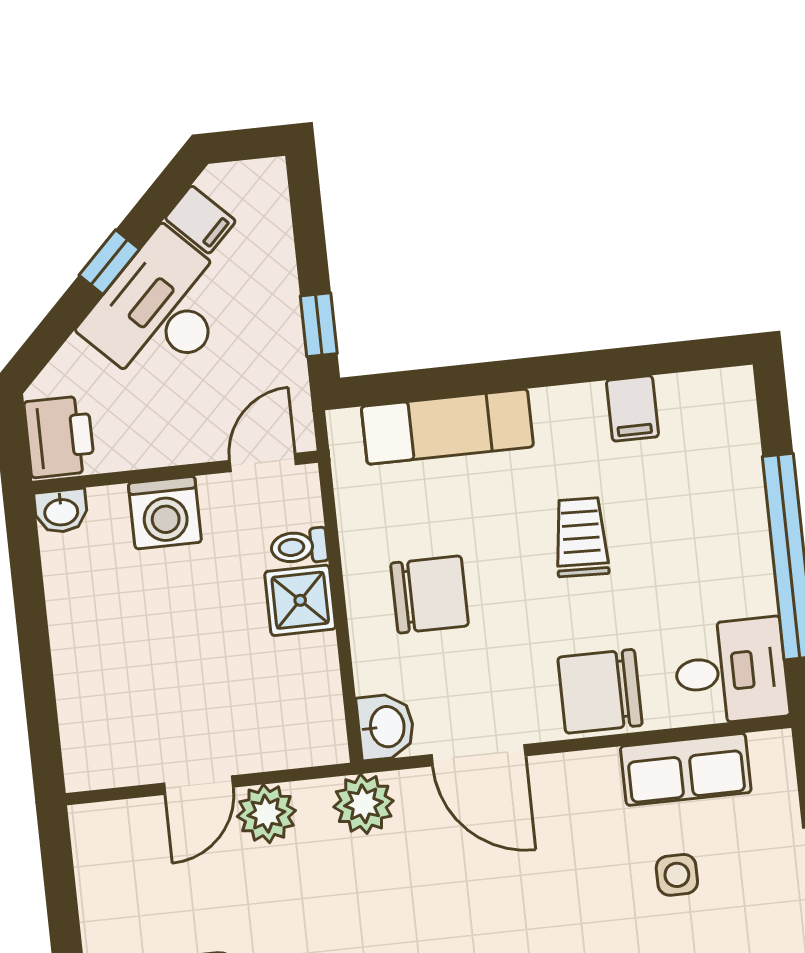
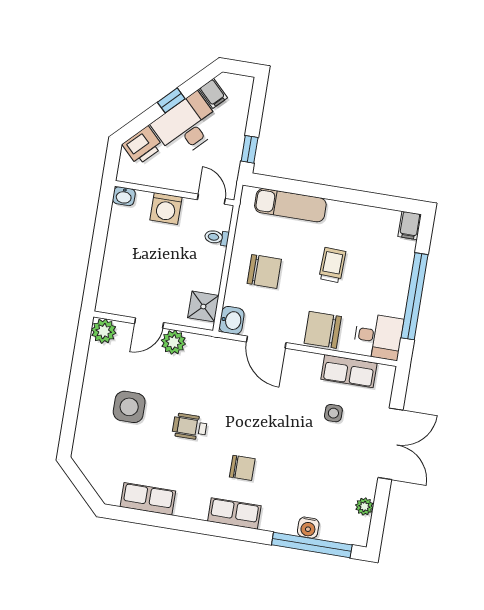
filing cabinet: (632, 408) -> (410, 225), moved
printer: (59, 437) -> (143, 146), moved, turned 45
door: (263, 462) -> (211, 199), hinge flipped
shower: (300, 600) -> (203, 307), moved
plant: (364, 804) -> (104, 331), moved

